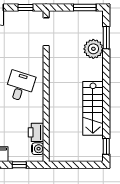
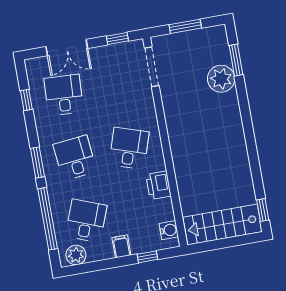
window: (85, 7) -> (185, 26), moved
stairs: (93, 108) -> (222, 225), moved, turned 90
printer: (36, 132) -> (158, 185), moved

